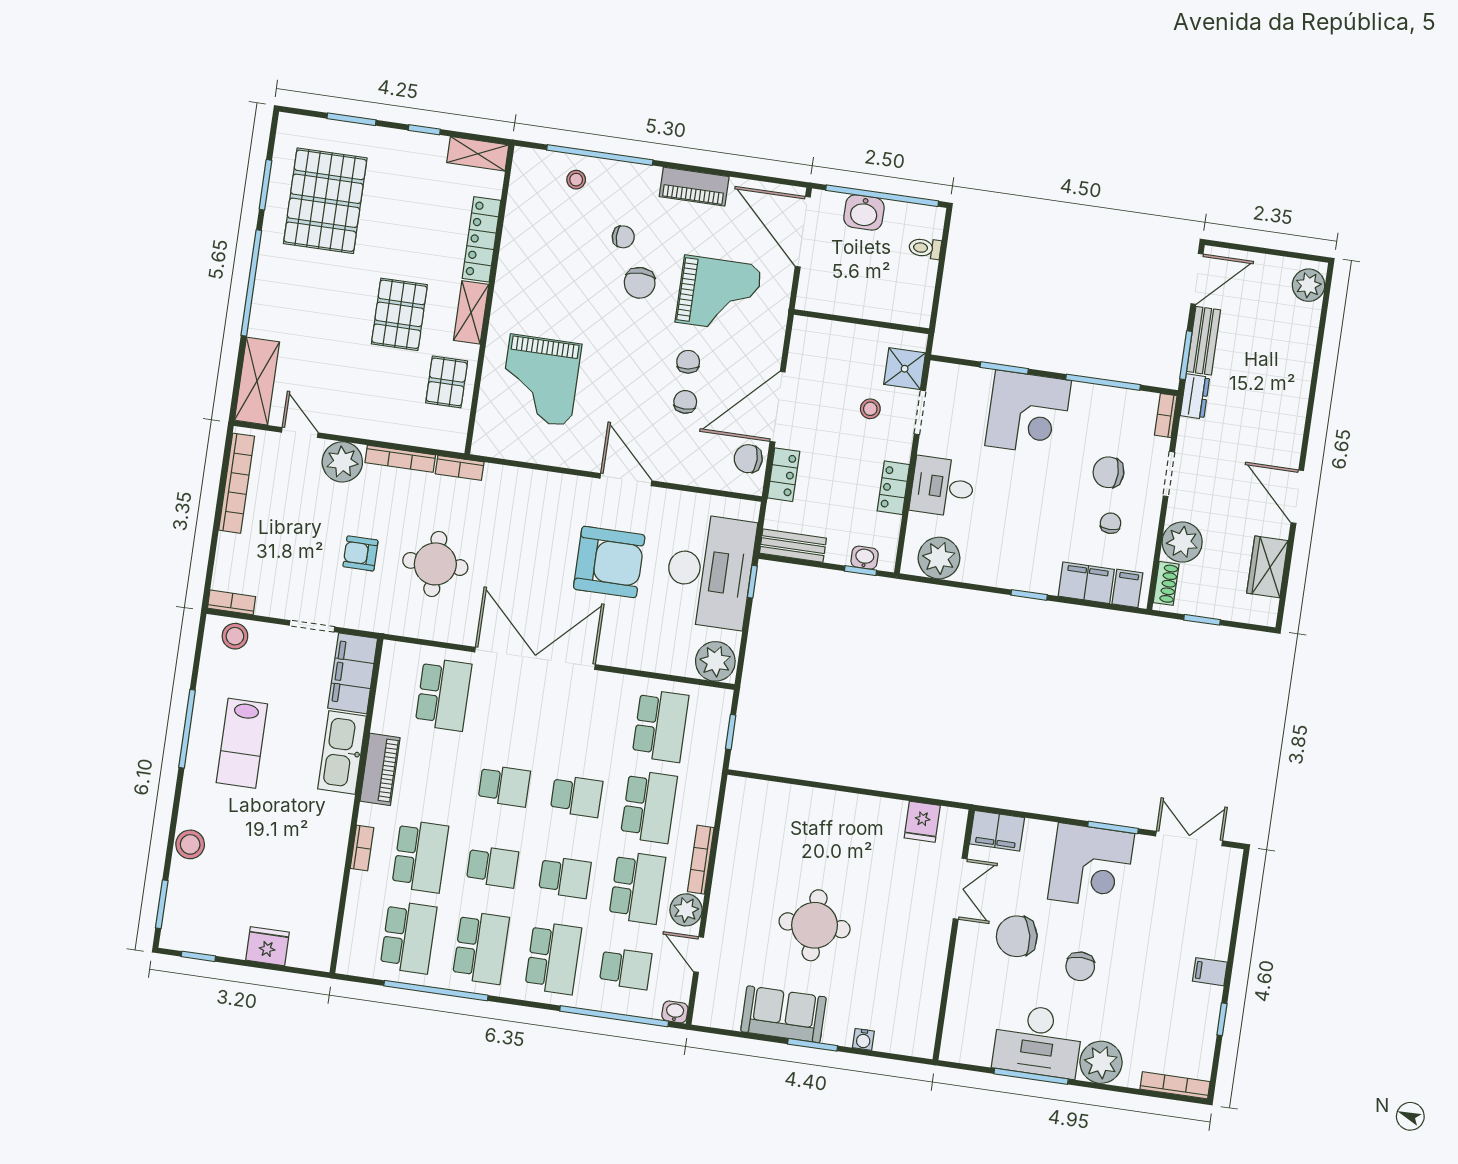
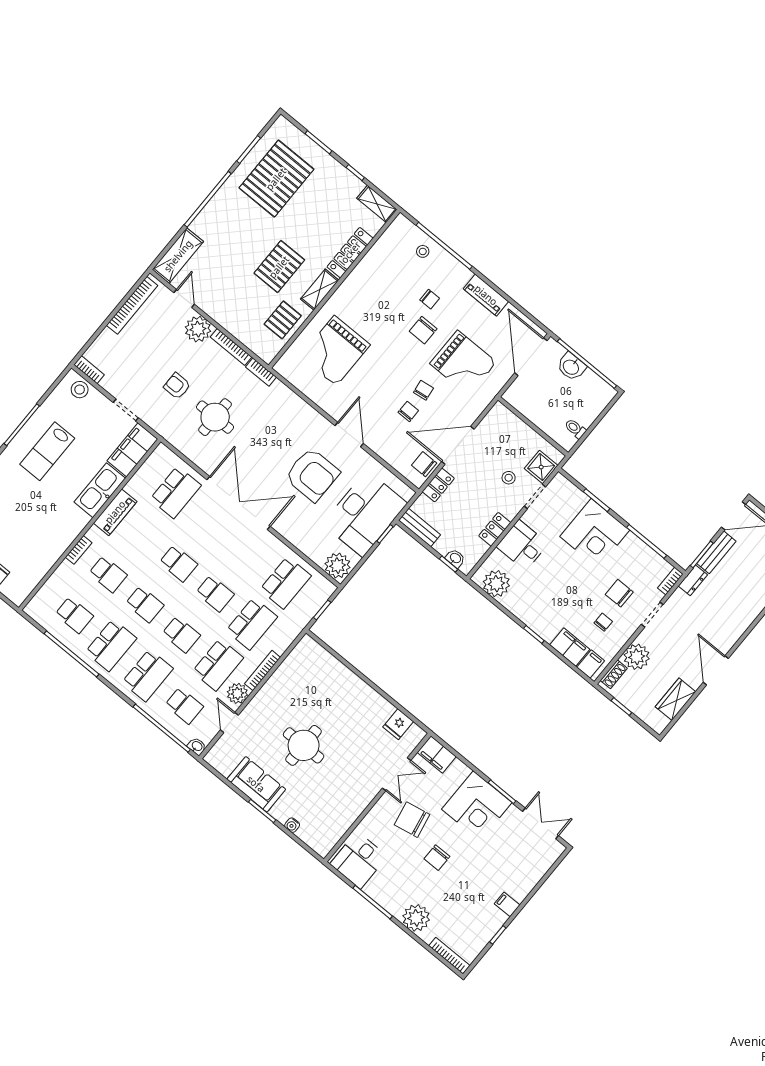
toilet: (925, 248) -> (575, 429), moved
school desk: (420, 856) -> (108, 574), width x0.54
school desk: (408, 937) -> (74, 615), width x0.54
desk: (1038, 1041) -> (359, 860), moved, width x0.73

